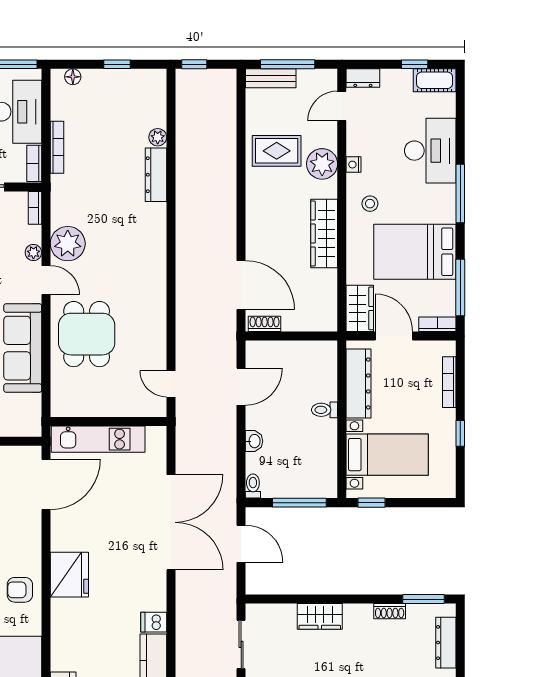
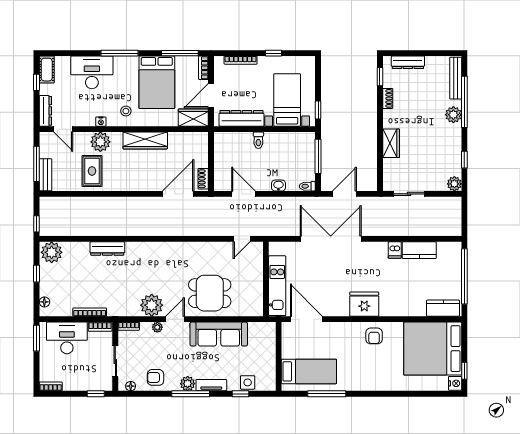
dresser: (363, 78) -> (45, 111), width x1.44
plant: (158, 137) -> (52, 252), moved, width x1.88, depth x1.88
window: (424, 599) -> (380, 77), width x0.67

